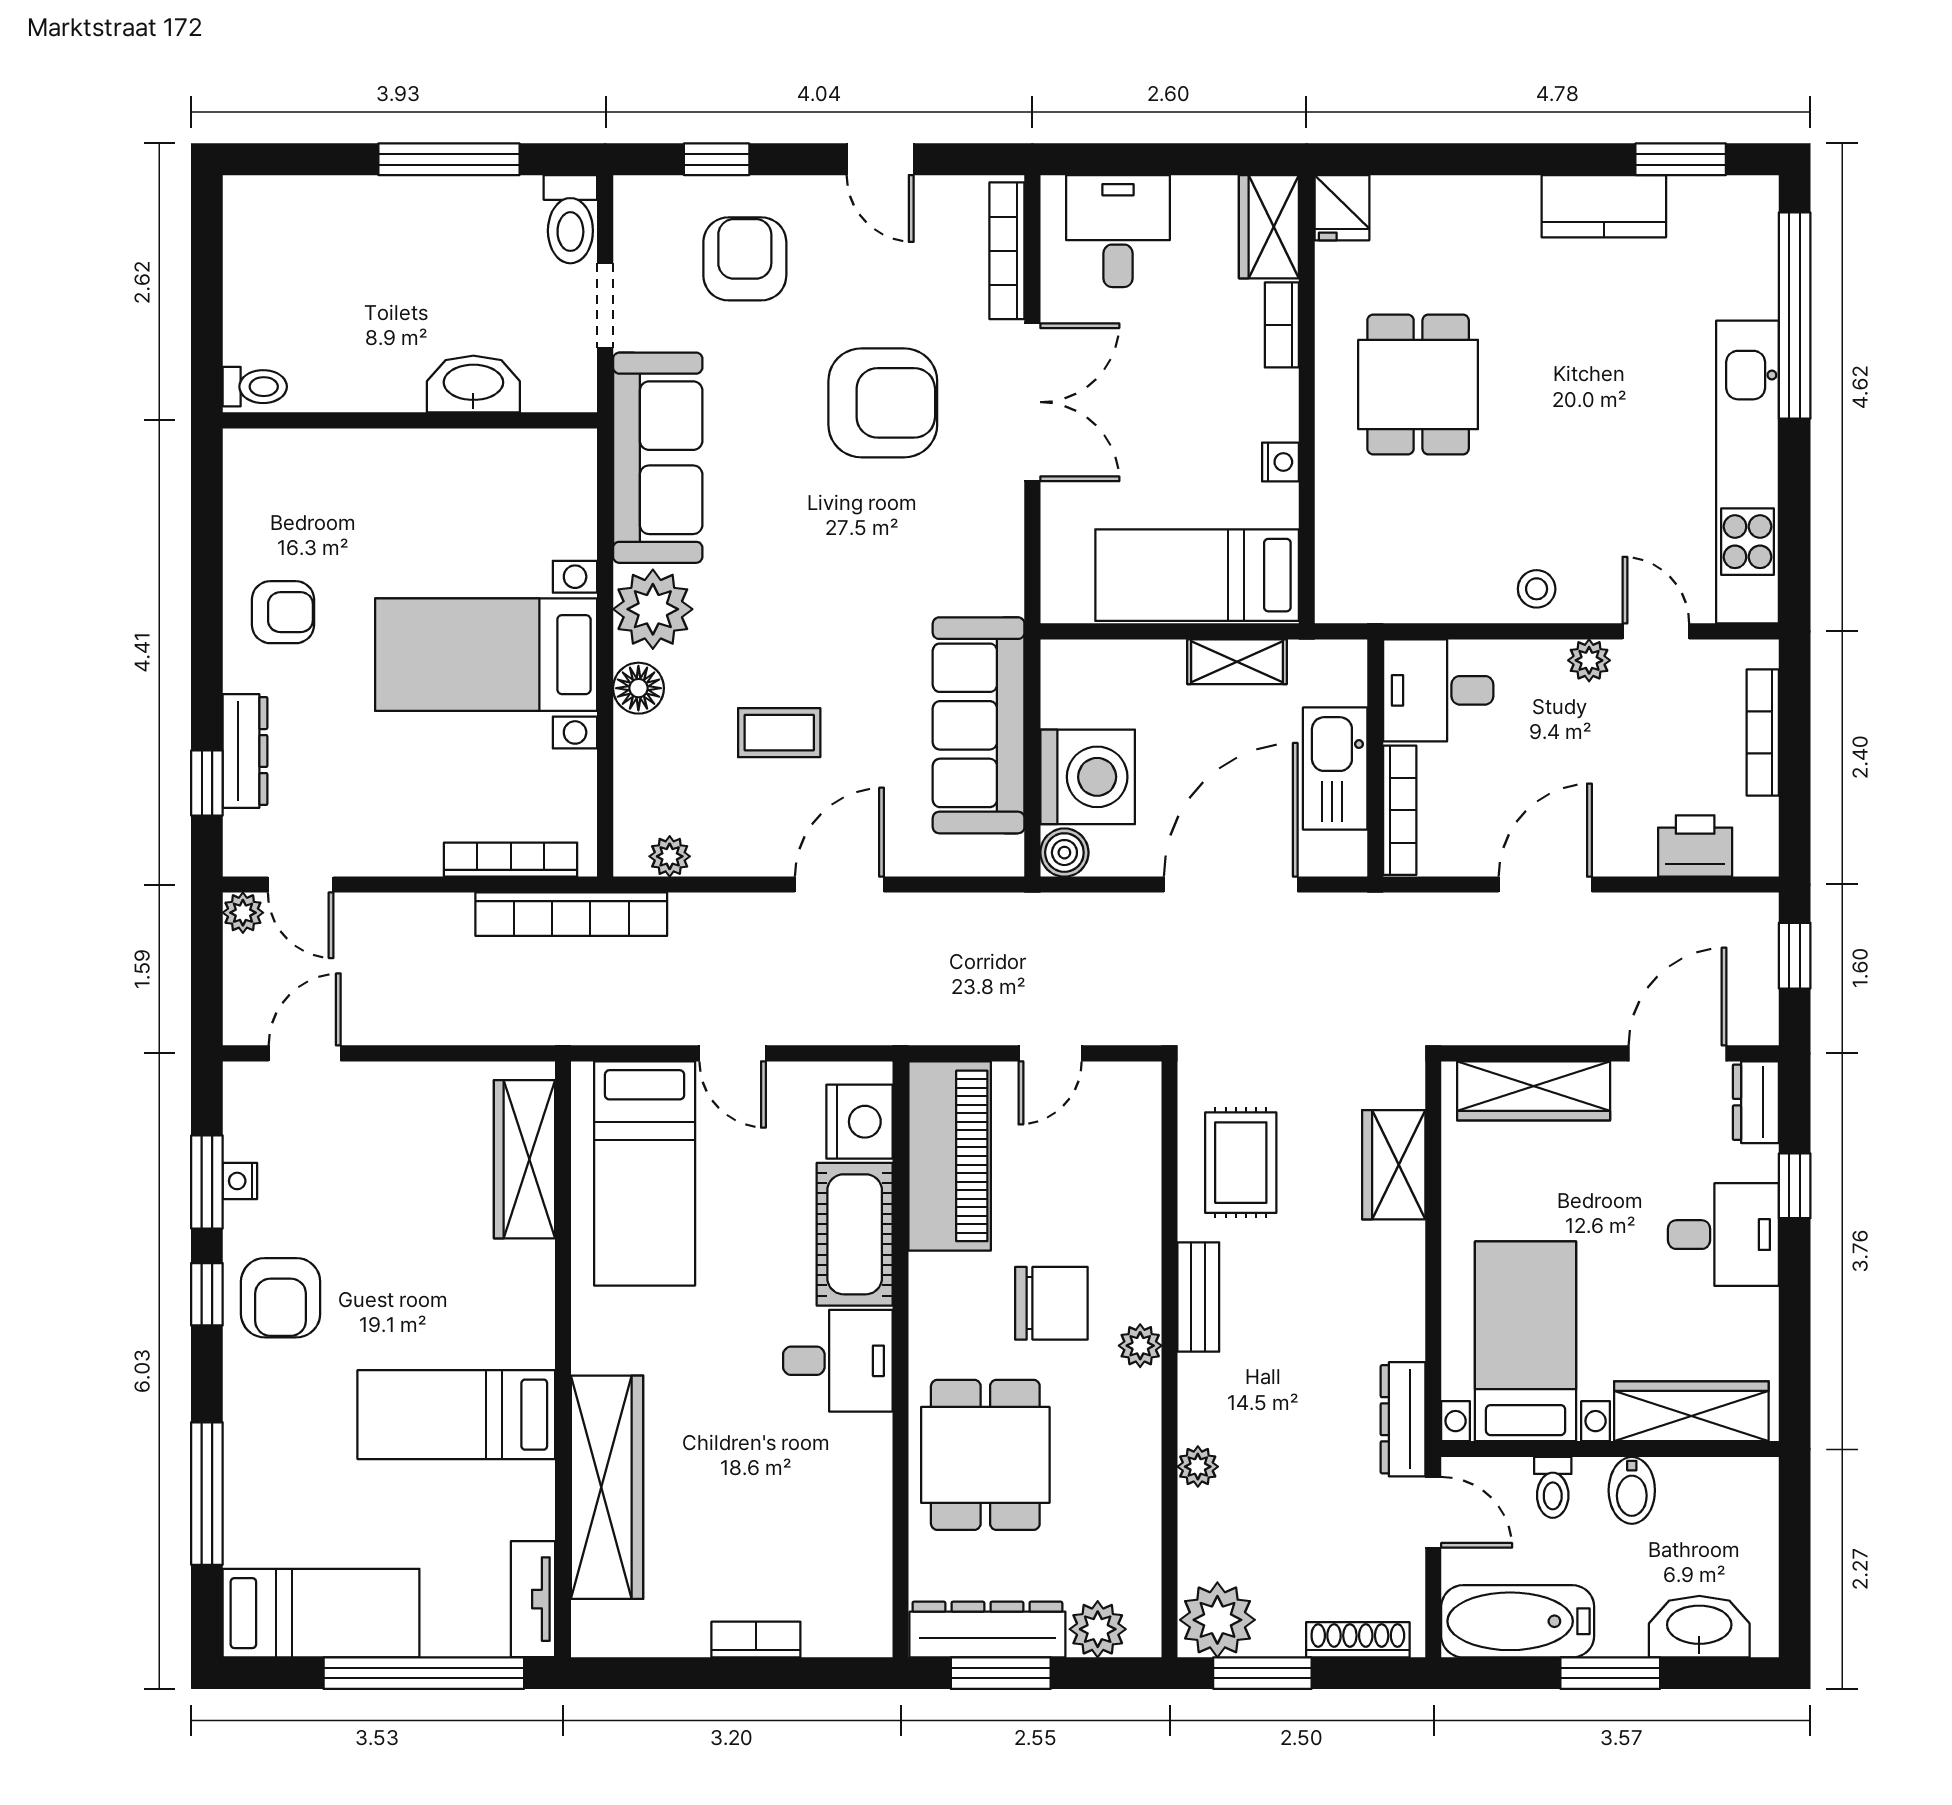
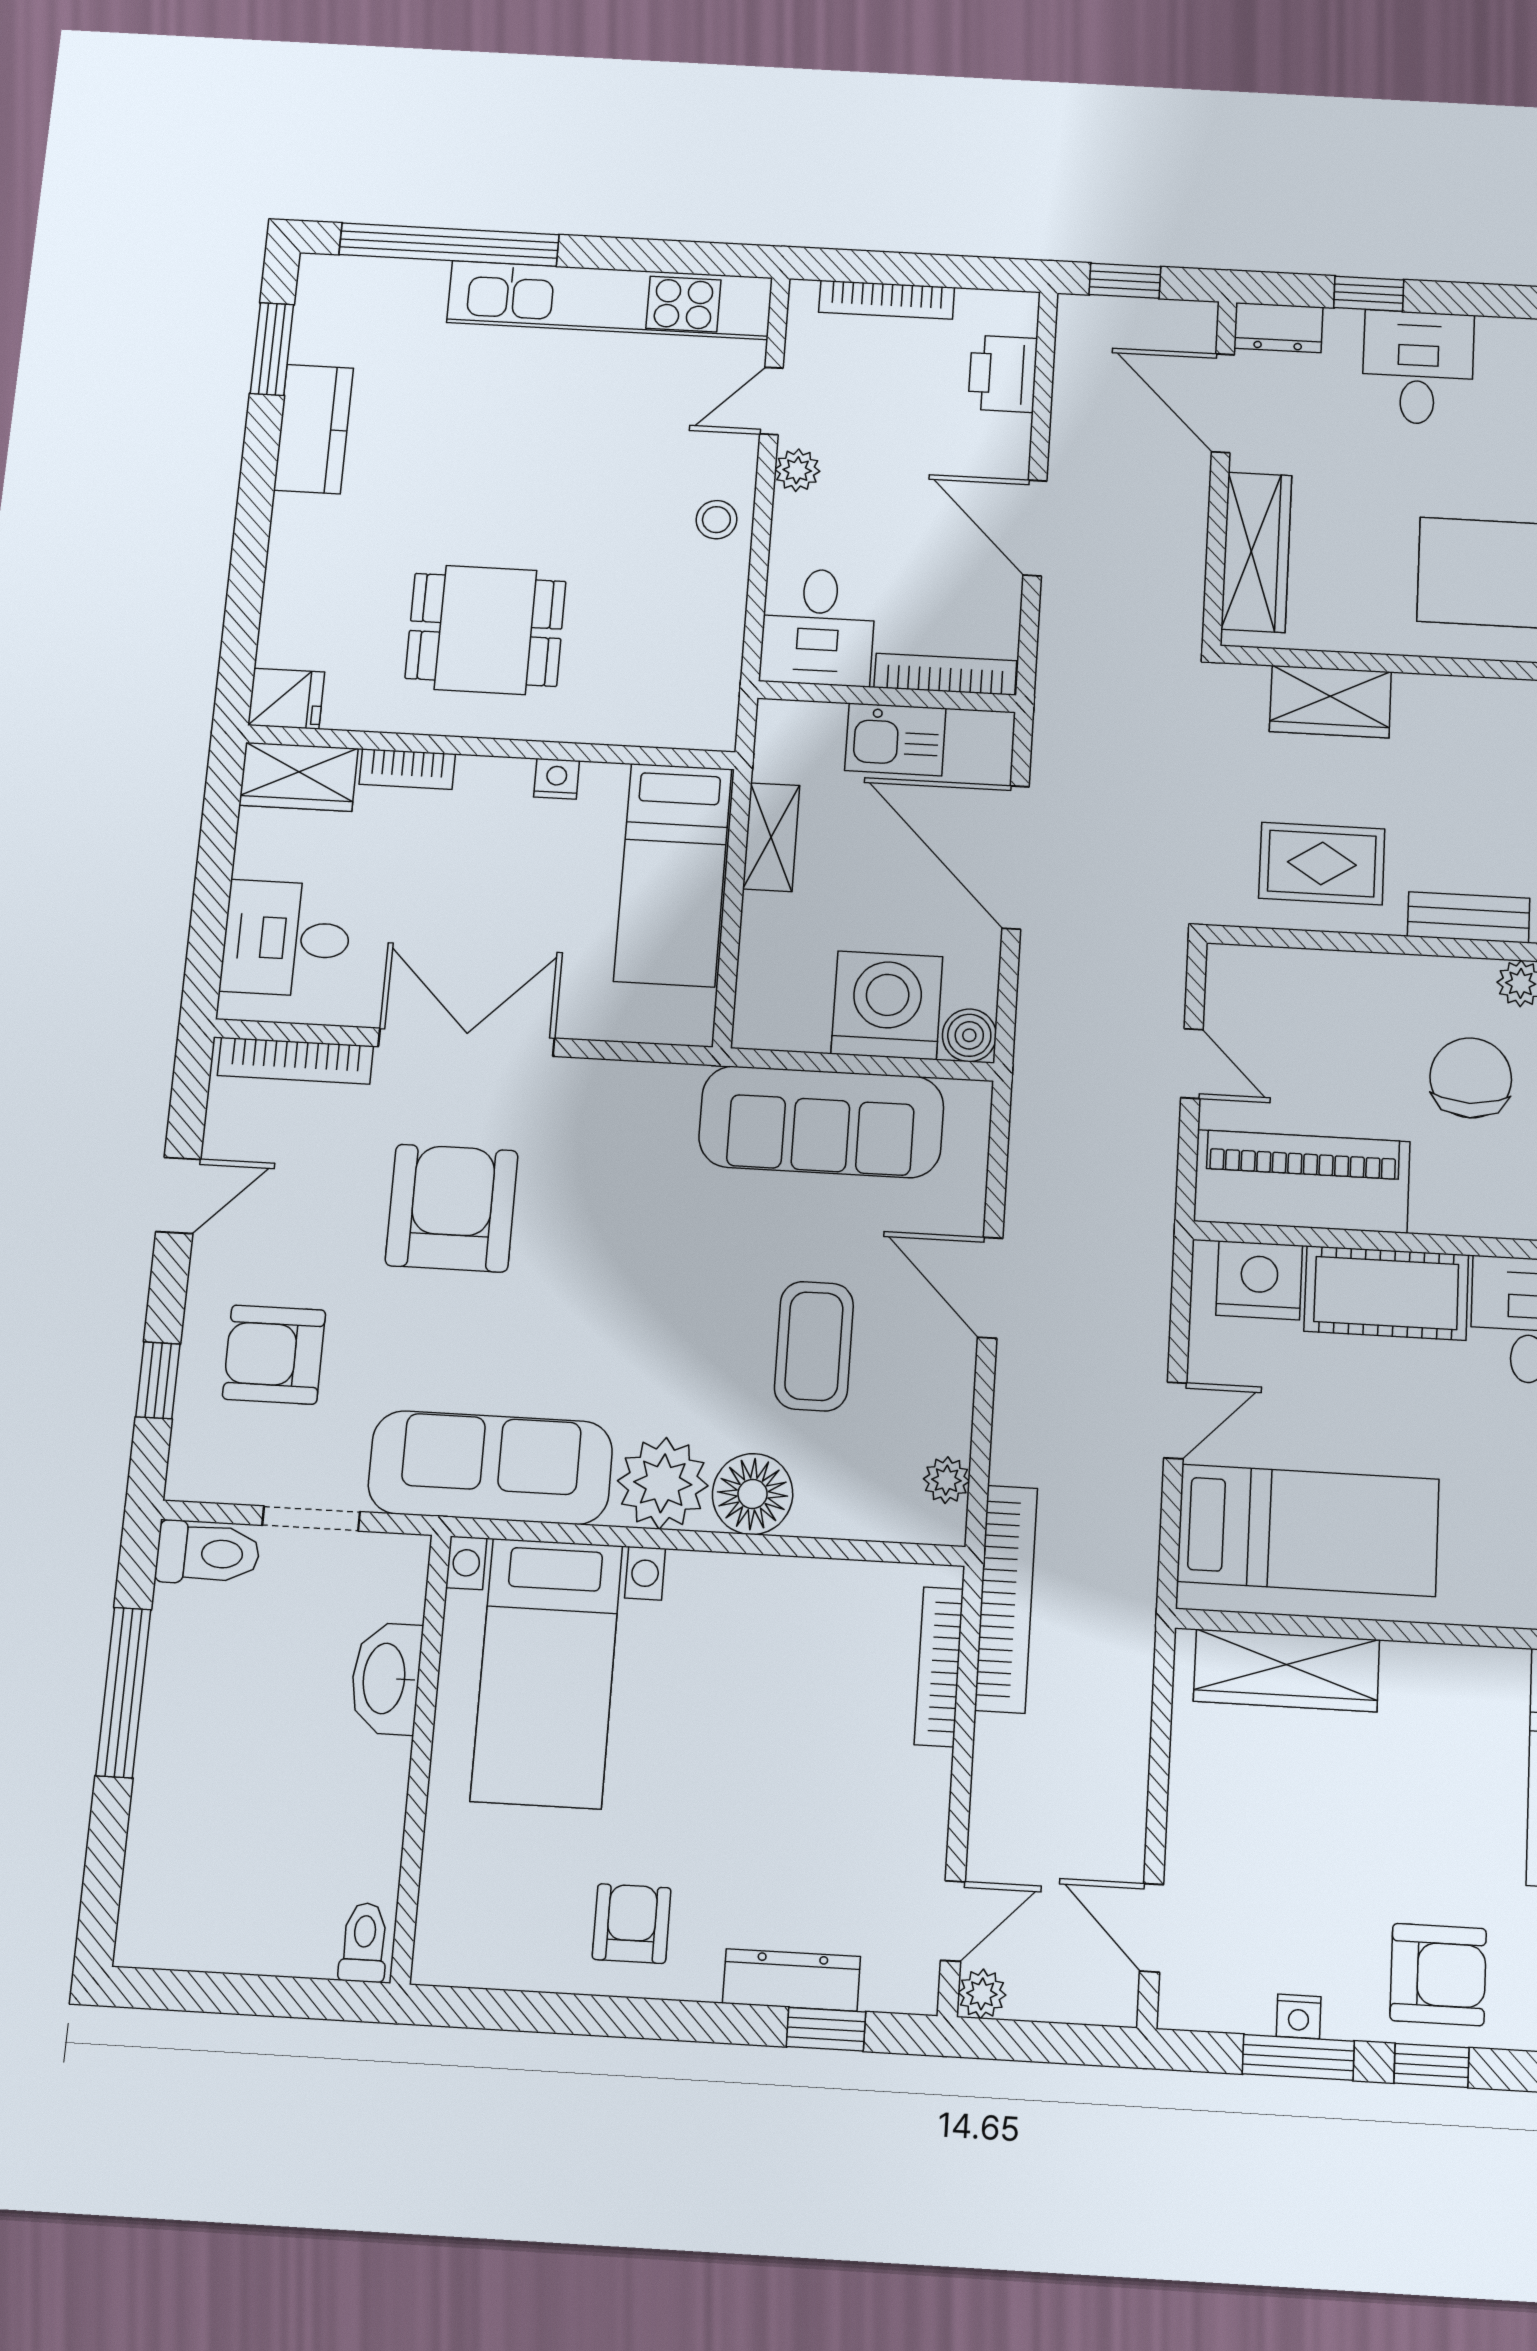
bed with nightstands: (486, 655) -> (547, 1673), moved
floor lamp: (638, 688) -> (753, 1494), width x1.38, depth x1.38
coffee table: (779, 733) -> (814, 1346), width x1.36, depth x1.30
kitchen sink: (1335, 768) -> (895, 739), width x0.73

